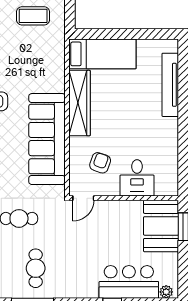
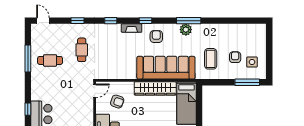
sofa: (47, 139) -> (166, 68), moved
door: (83, 198) -> (95, 91), swing flipped

